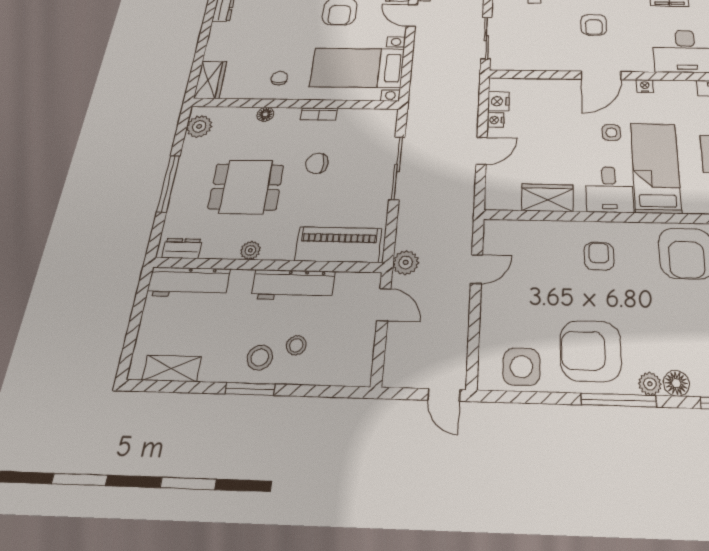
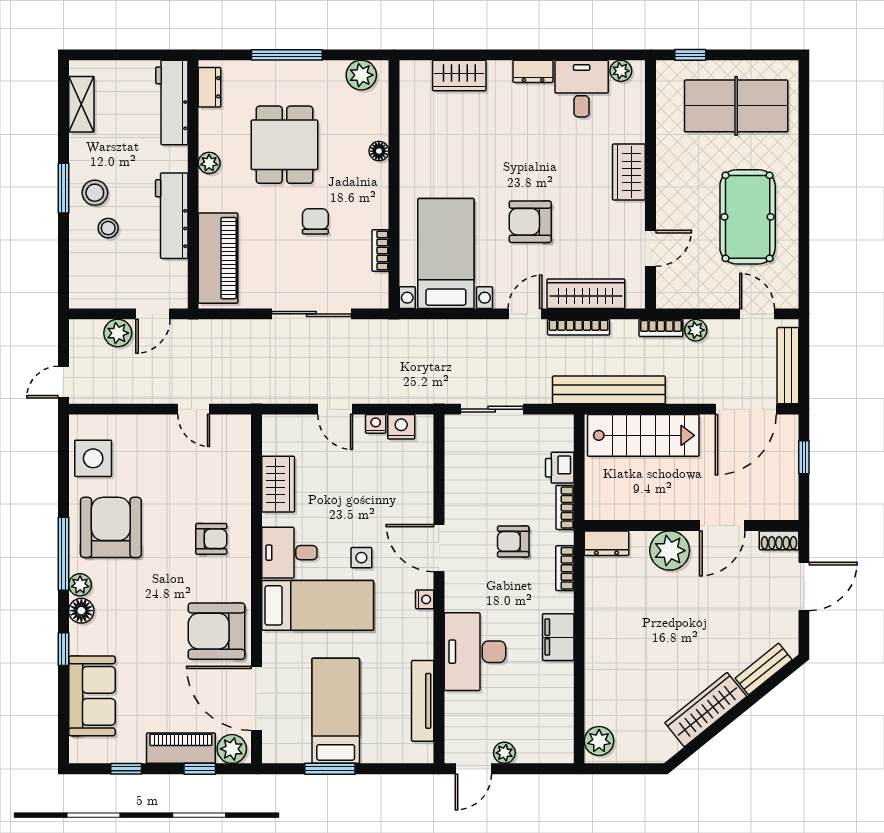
chair: (279, 78) -> (430, 160), removed
wardrobe: (210, 80) -> (459, 76), moved
bookcase: (319, 114) -> (380, 250), moved
plant: (406, 262) -> (118, 333), moved

